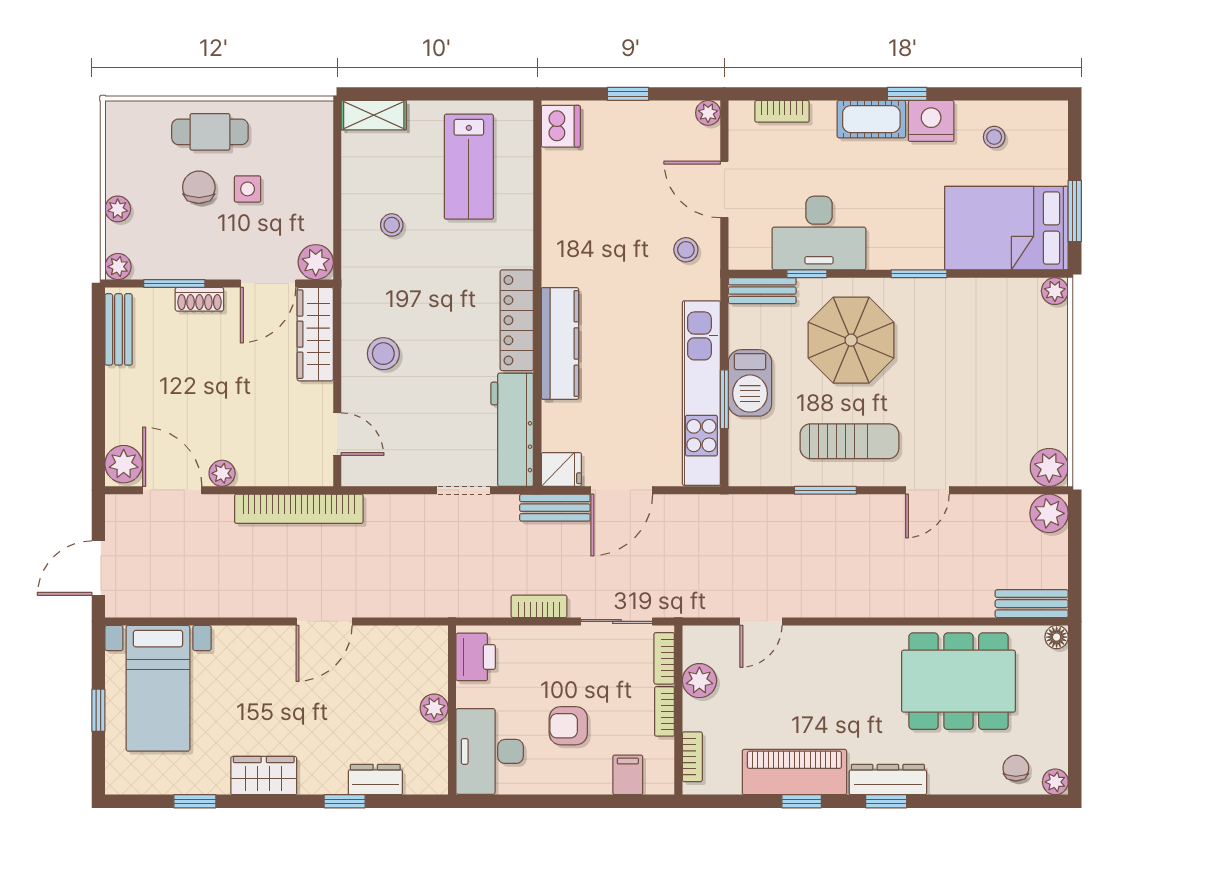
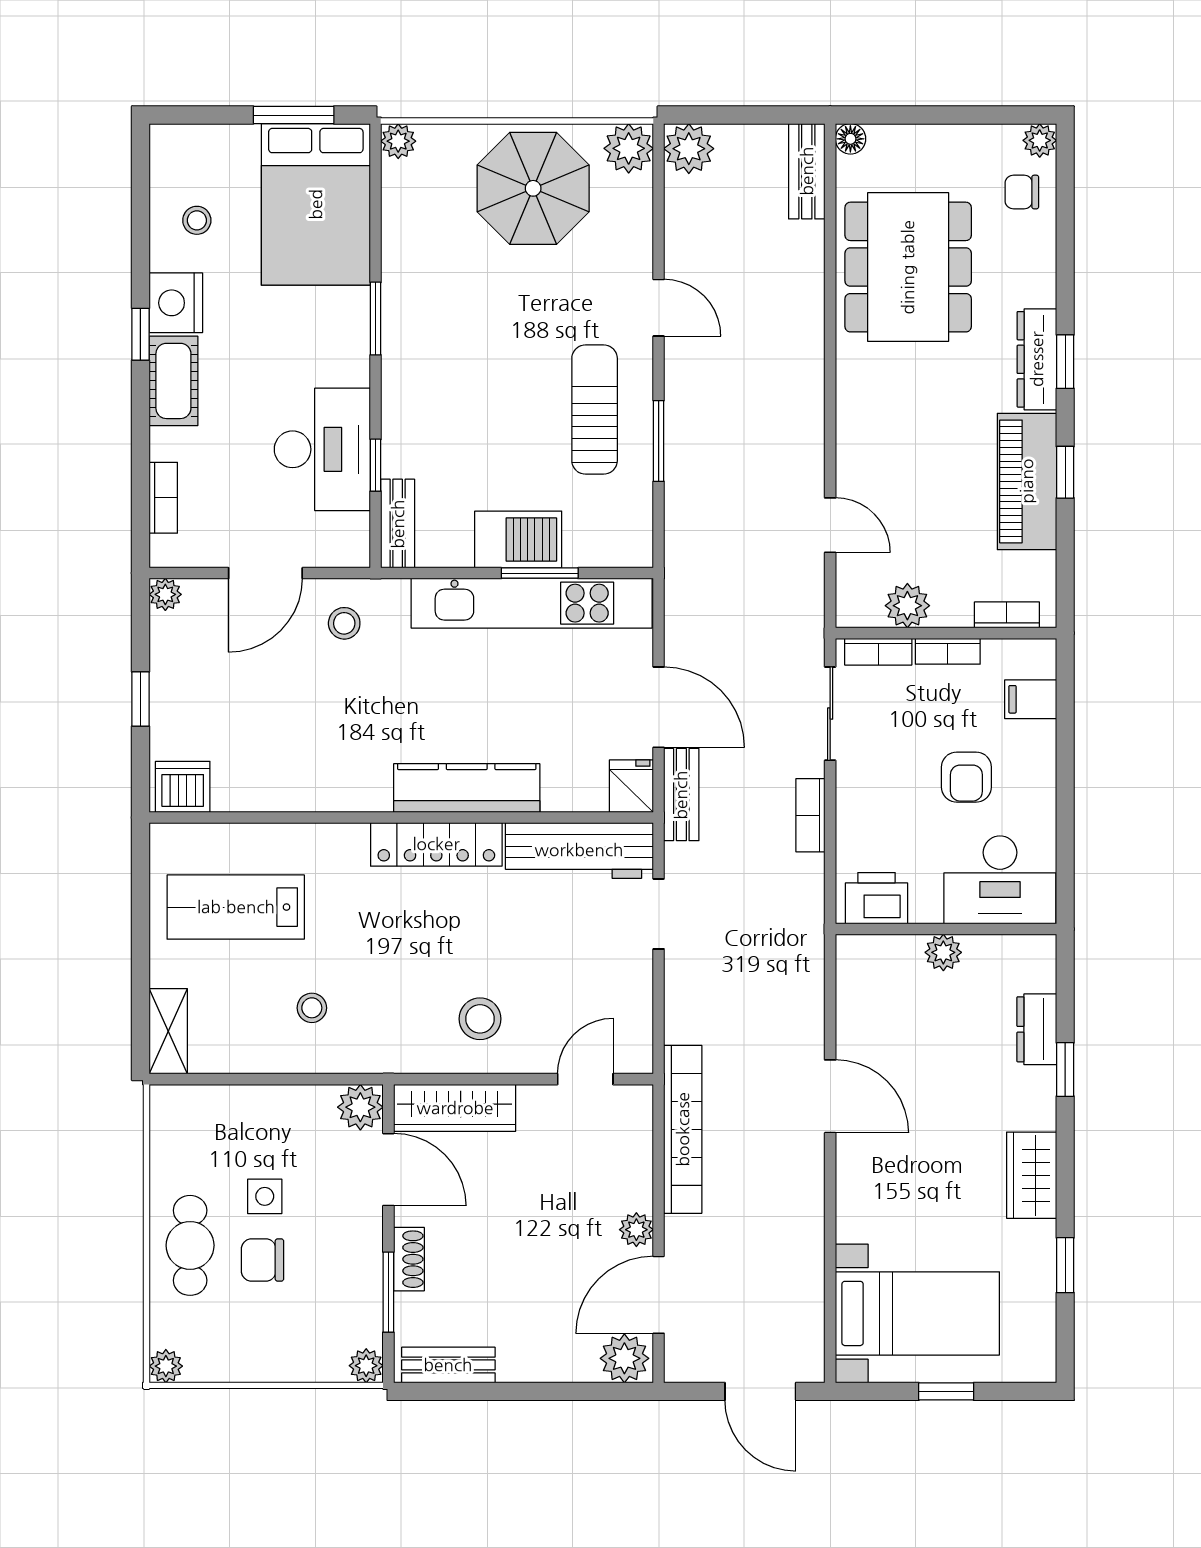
lab bench: (469, 167) -> (236, 907), turned 180
plant: (118, 209) -> (166, 1366), moved
parasol: (851, 340) -> (533, 188), moved

